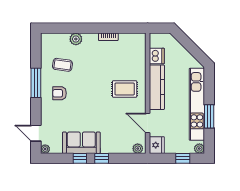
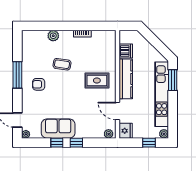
coffee table: (62, 65) -> (62, 64), moved
window: (209, 116) -> (173, 80), moved

